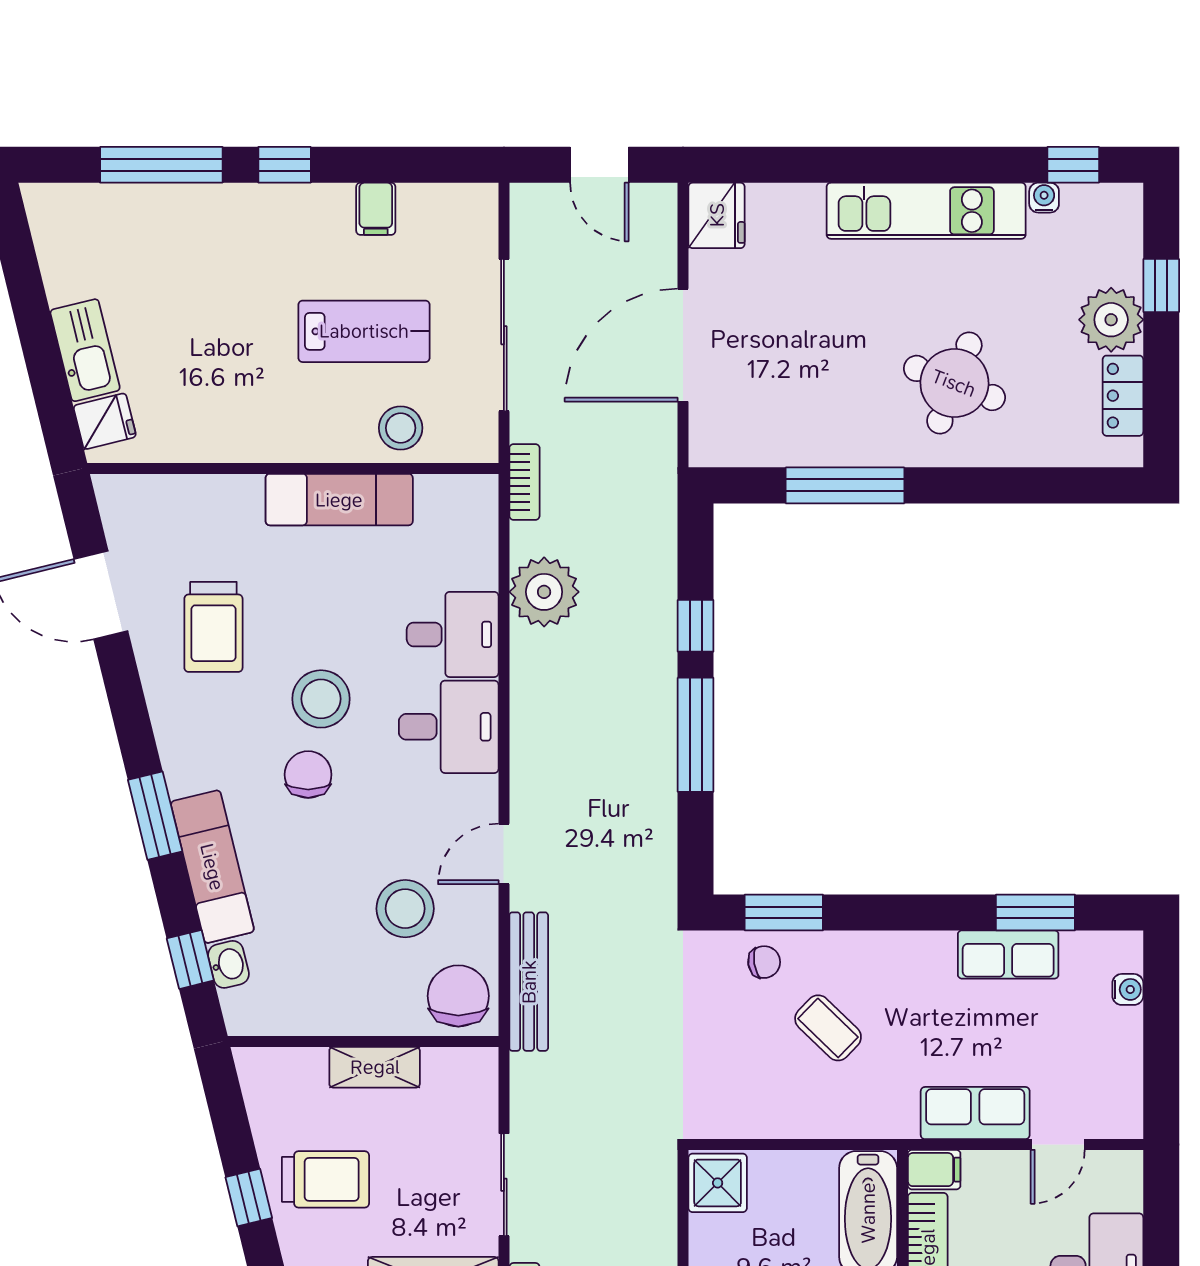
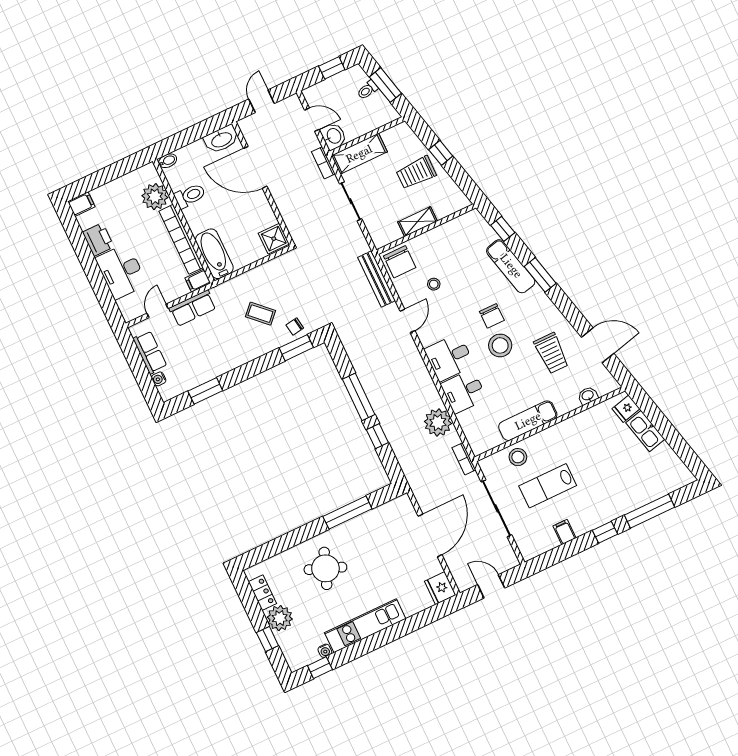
trolley: (213, 627) -> (551, 353), turned 180
stool: (405, 909) -> (434, 284), width x0.53, depth x0.53
row of seats: (1008, 955) -> (150, 352), moved, turned 90
washbasin: (228, 964) -> (588, 396), moved, turned 104

